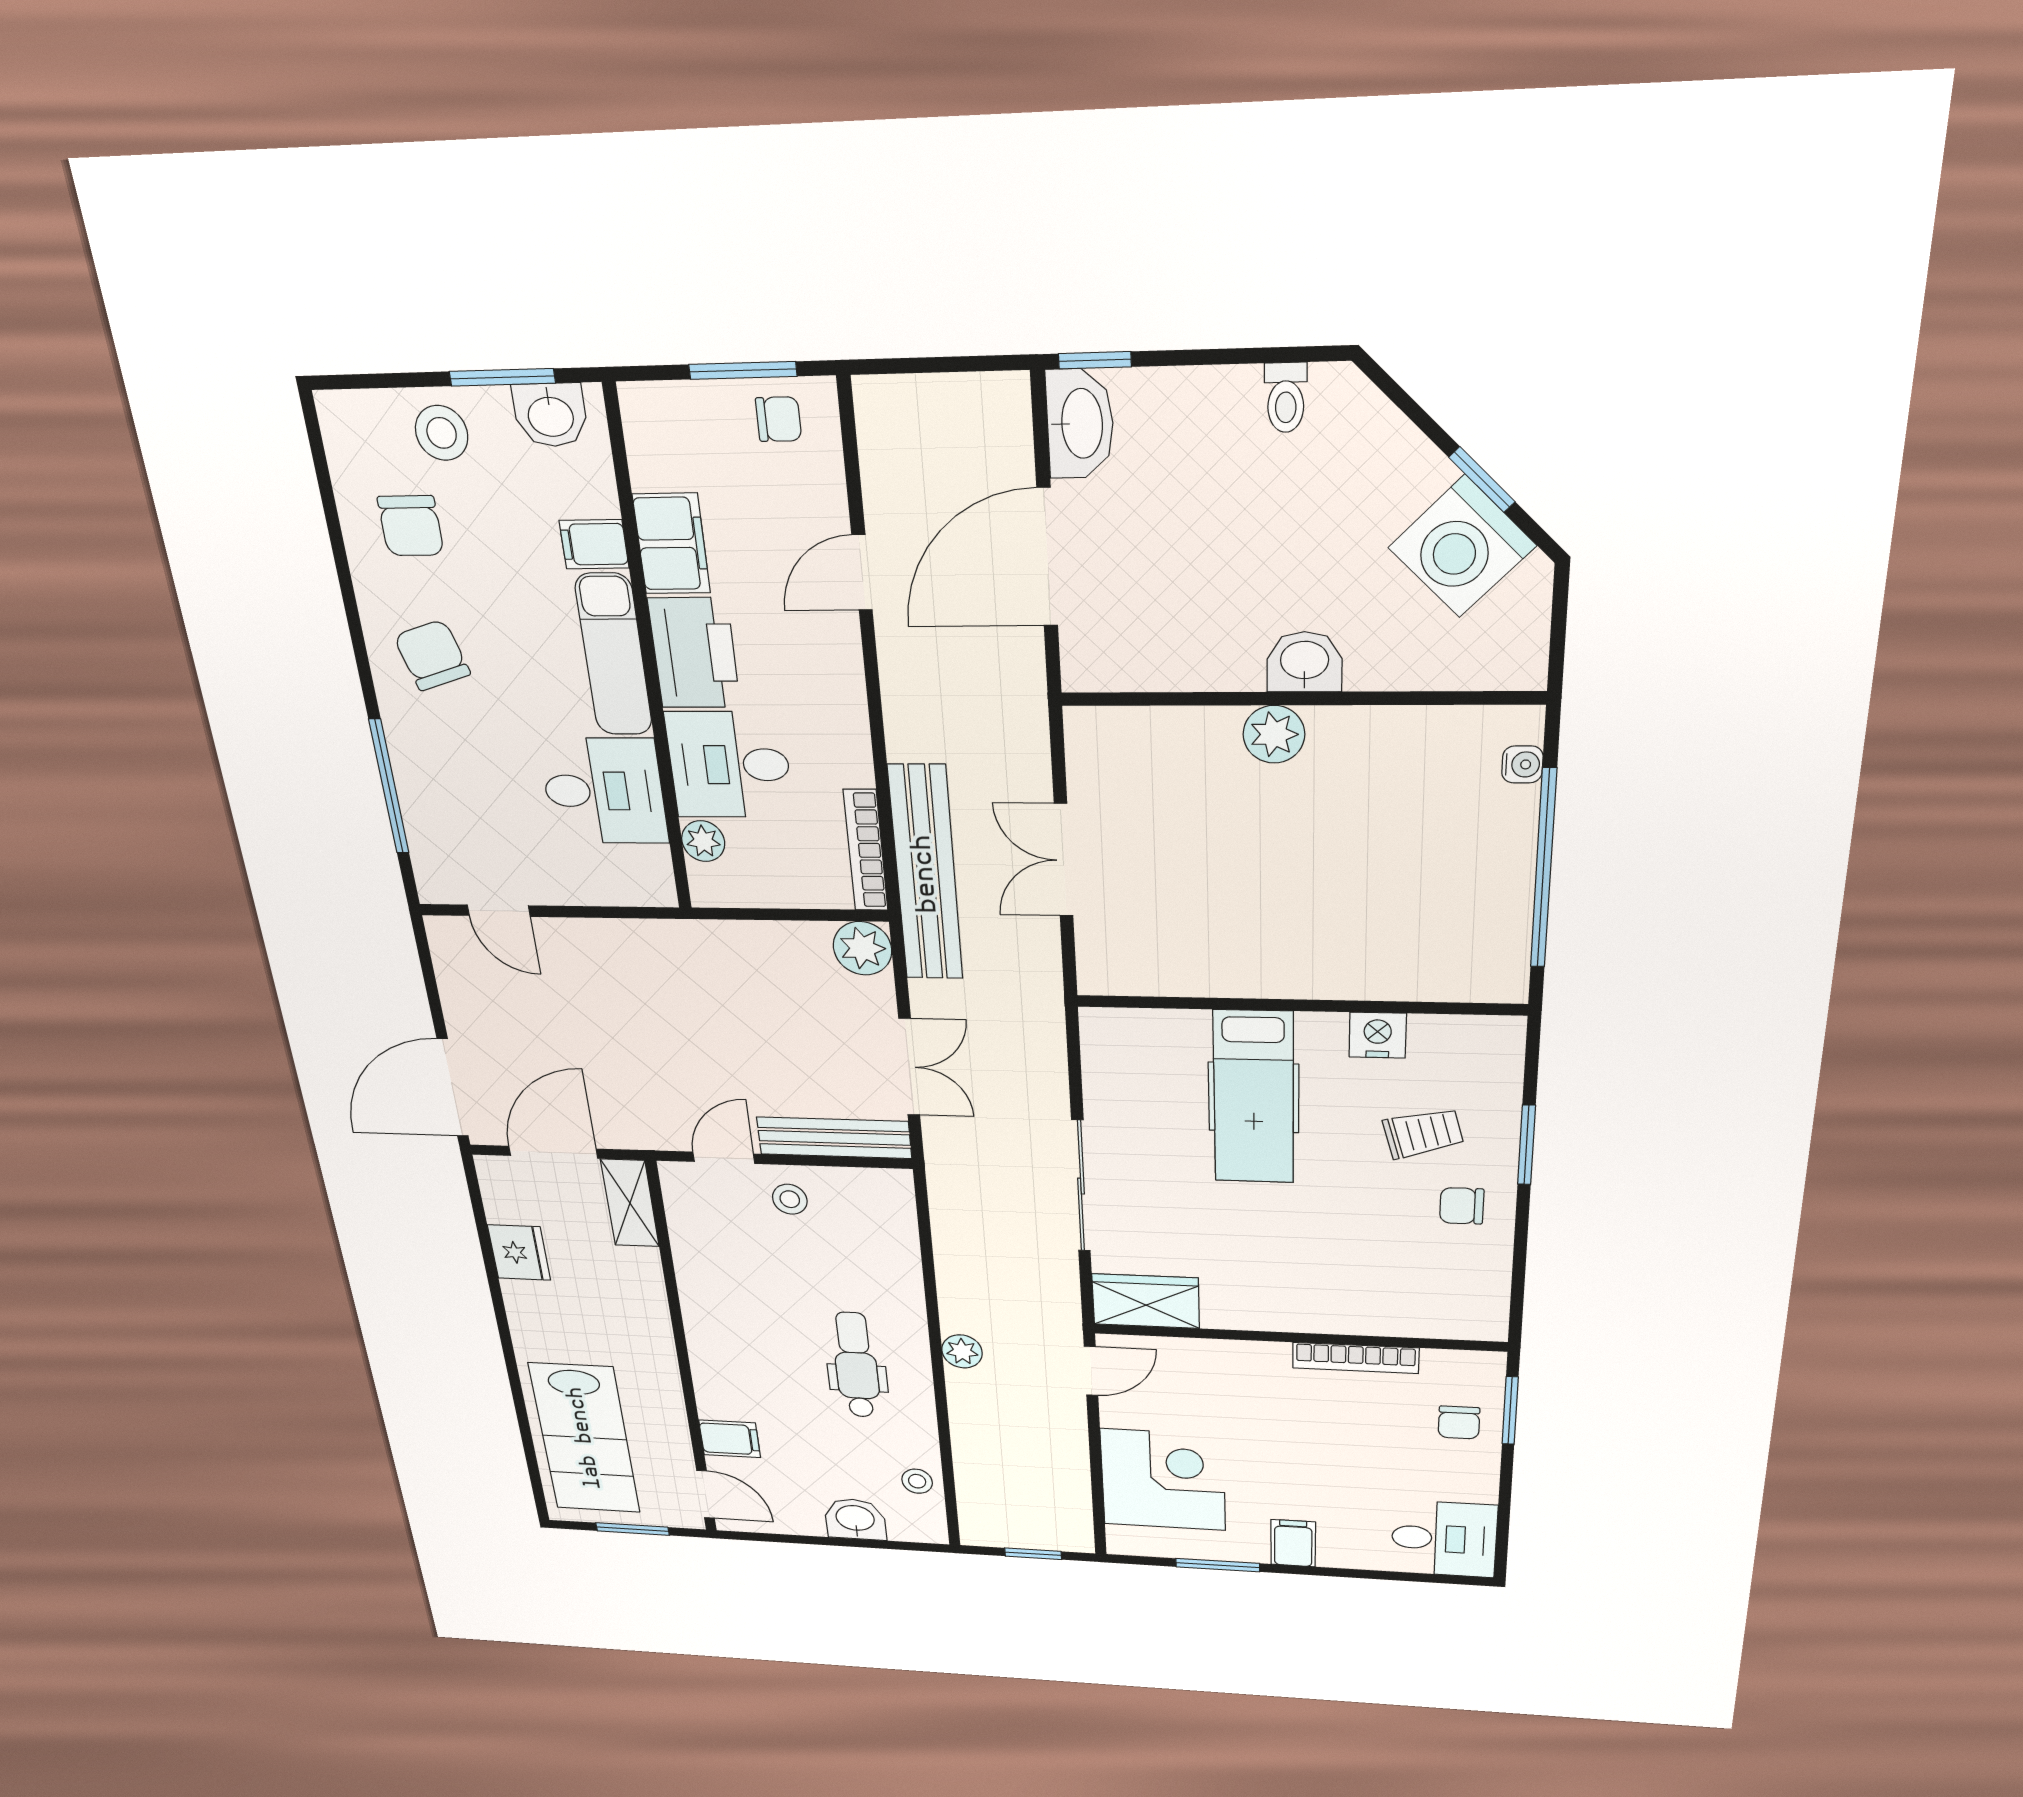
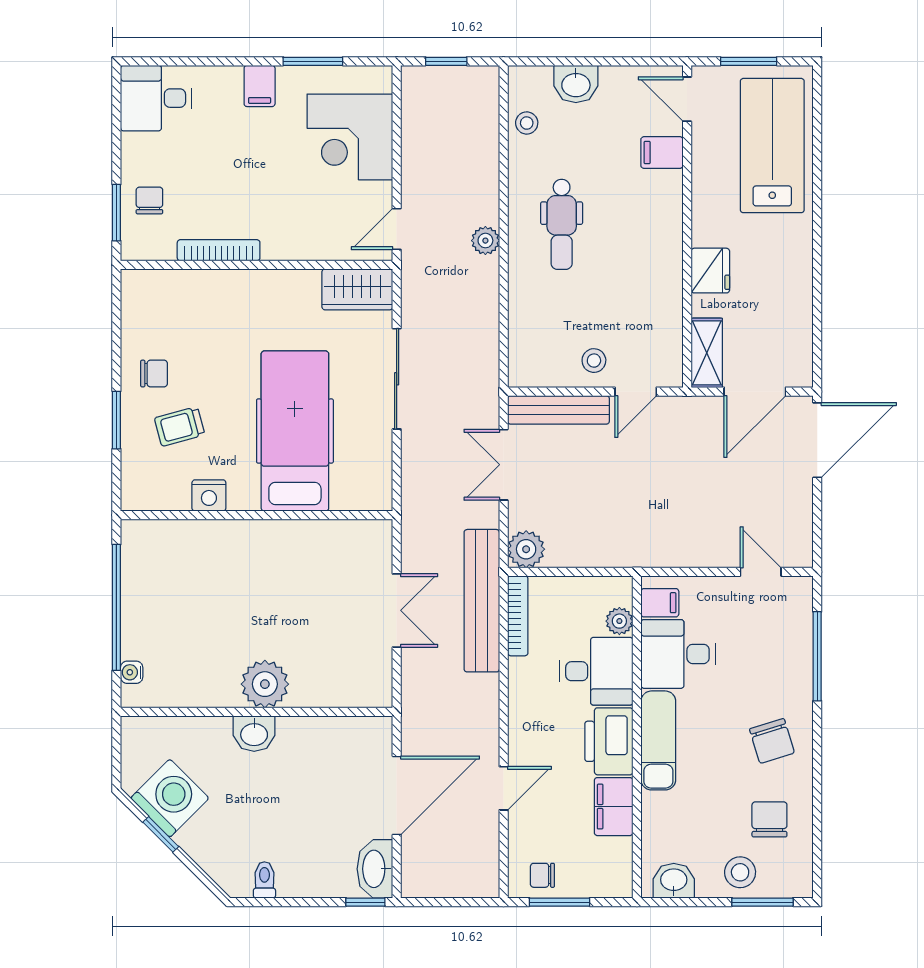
window: (502, 377) -> (763, 902), moved
filing cabinet: (594, 544) -> (660, 603), moved
plant: (1274, 734) -> (265, 684), width x1.36, depth x1.36
hospital bed: (1254, 1097) -> (295, 431), width x1.37, depth x1.29
fridge: (519, 1253) -> (710, 271), moved, turned 180

